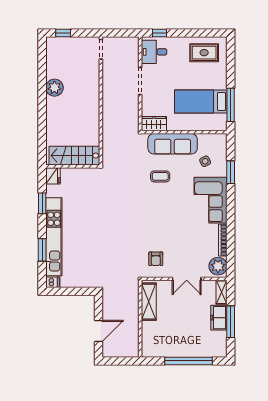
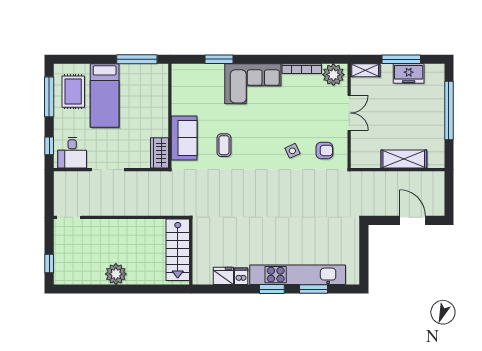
window: (200, 33) -> (49, 97), added
bed: (201, 101) -> (105, 96), moved
sofa: (173, 144) -> (184, 138), width x0.73
stairs: (74, 156) -> (178, 250), moved
side table: (205, 161) -> (292, 151), moved
wall: (73, 166) -> (191, 252), moved
window: (42, 203) -> (272, 289), moved
dishwasher: (53, 282) -> (241, 276), moved
shelving: (149, 302) -> (404, 159), moved
freezer: (219, 318) -> (409, 74), moved

